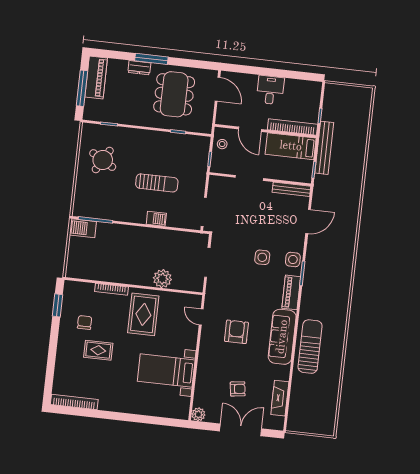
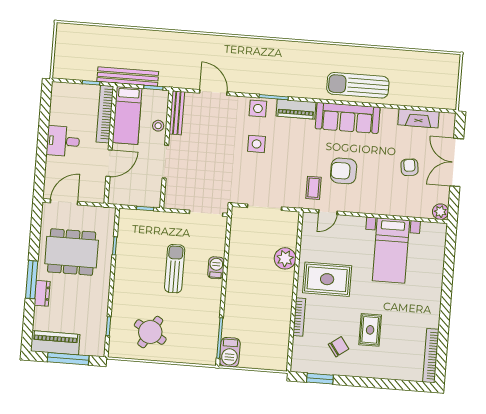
stool: (222, 144) -> (158, 126), moved
coffee table: (223, 305) -> (314, 188), added
chair: (85, 322) -> (339, 347), turned 144

